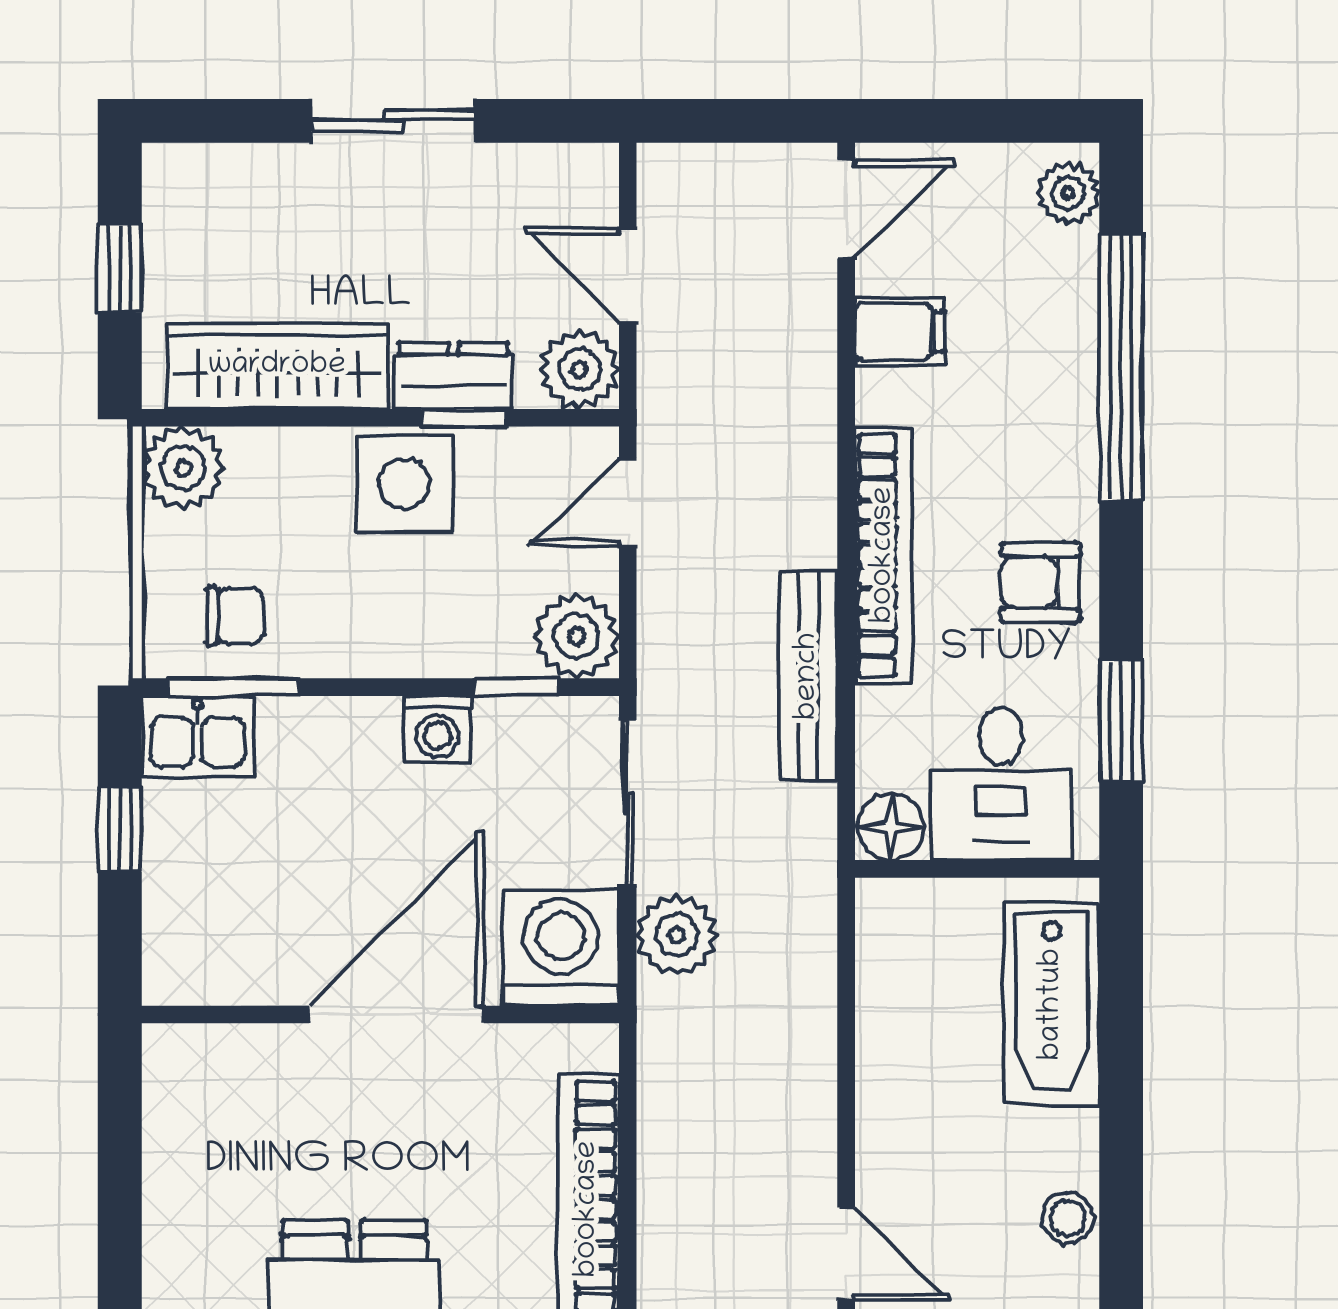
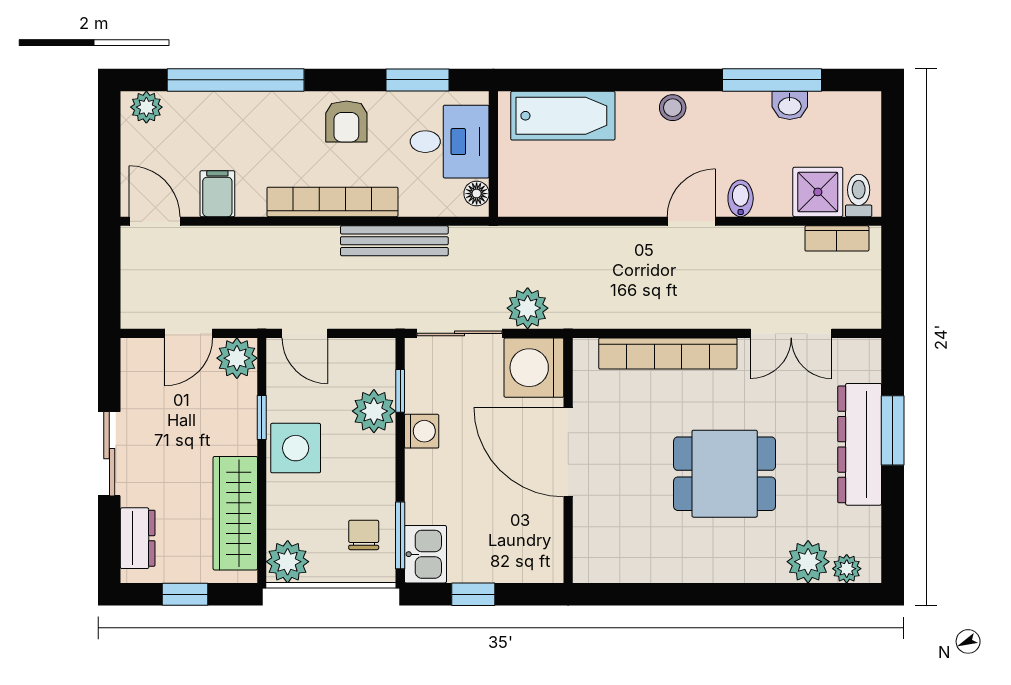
dresser: (453, 376) -> (138, 538), moved, turned 180
plant: (577, 636) -> (374, 411), moved
floor lamp: (891, 827) -> (477, 194), width x0.73, depth x0.73

